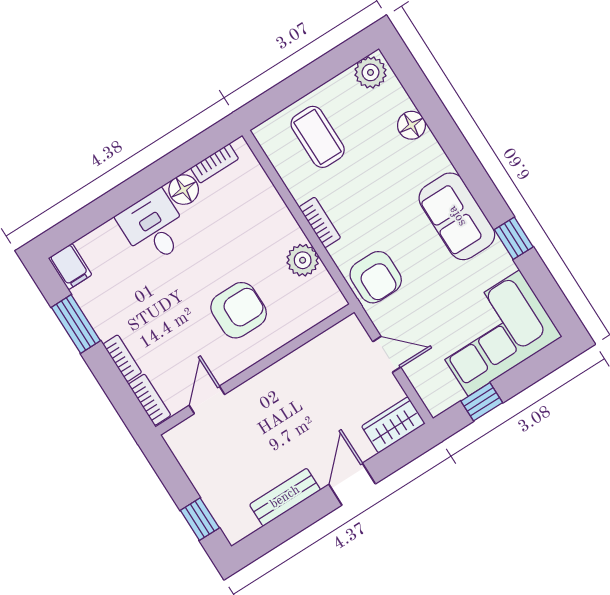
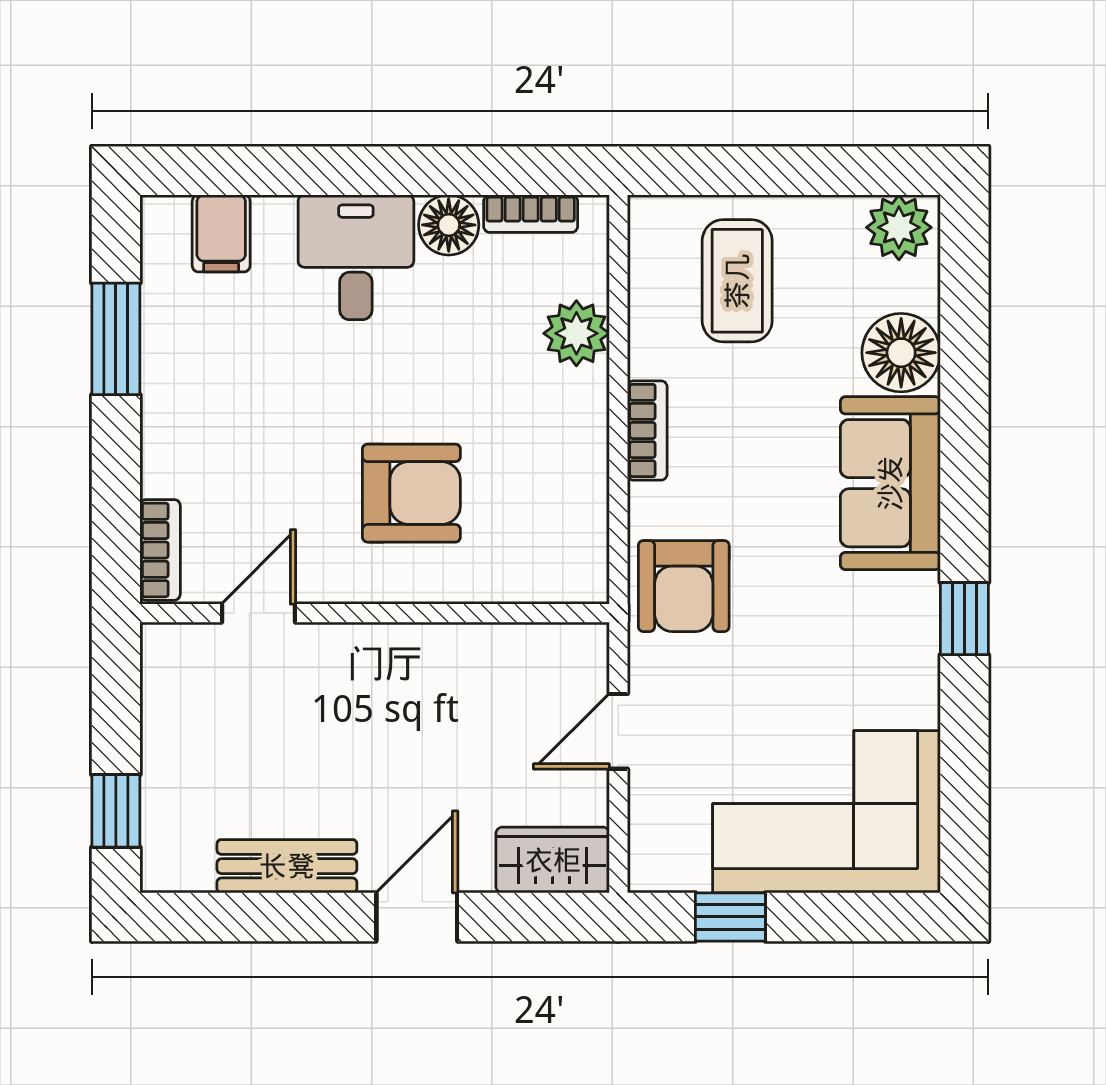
floor lamp: (411, 125) -> (901, 353), width x1.38, depth x1.38
sofa: (457, 216) -> (890, 483), moved
window: (514, 238) -> (964, 619), moved
plant: (303, 260) -> (576, 333), moved
filing cabinet: (70, 266) -> (221, 233), moved
door: (387, 354) -> (618, 731), swing flipped
bookcase: (122, 358) -> (158, 449), removed

